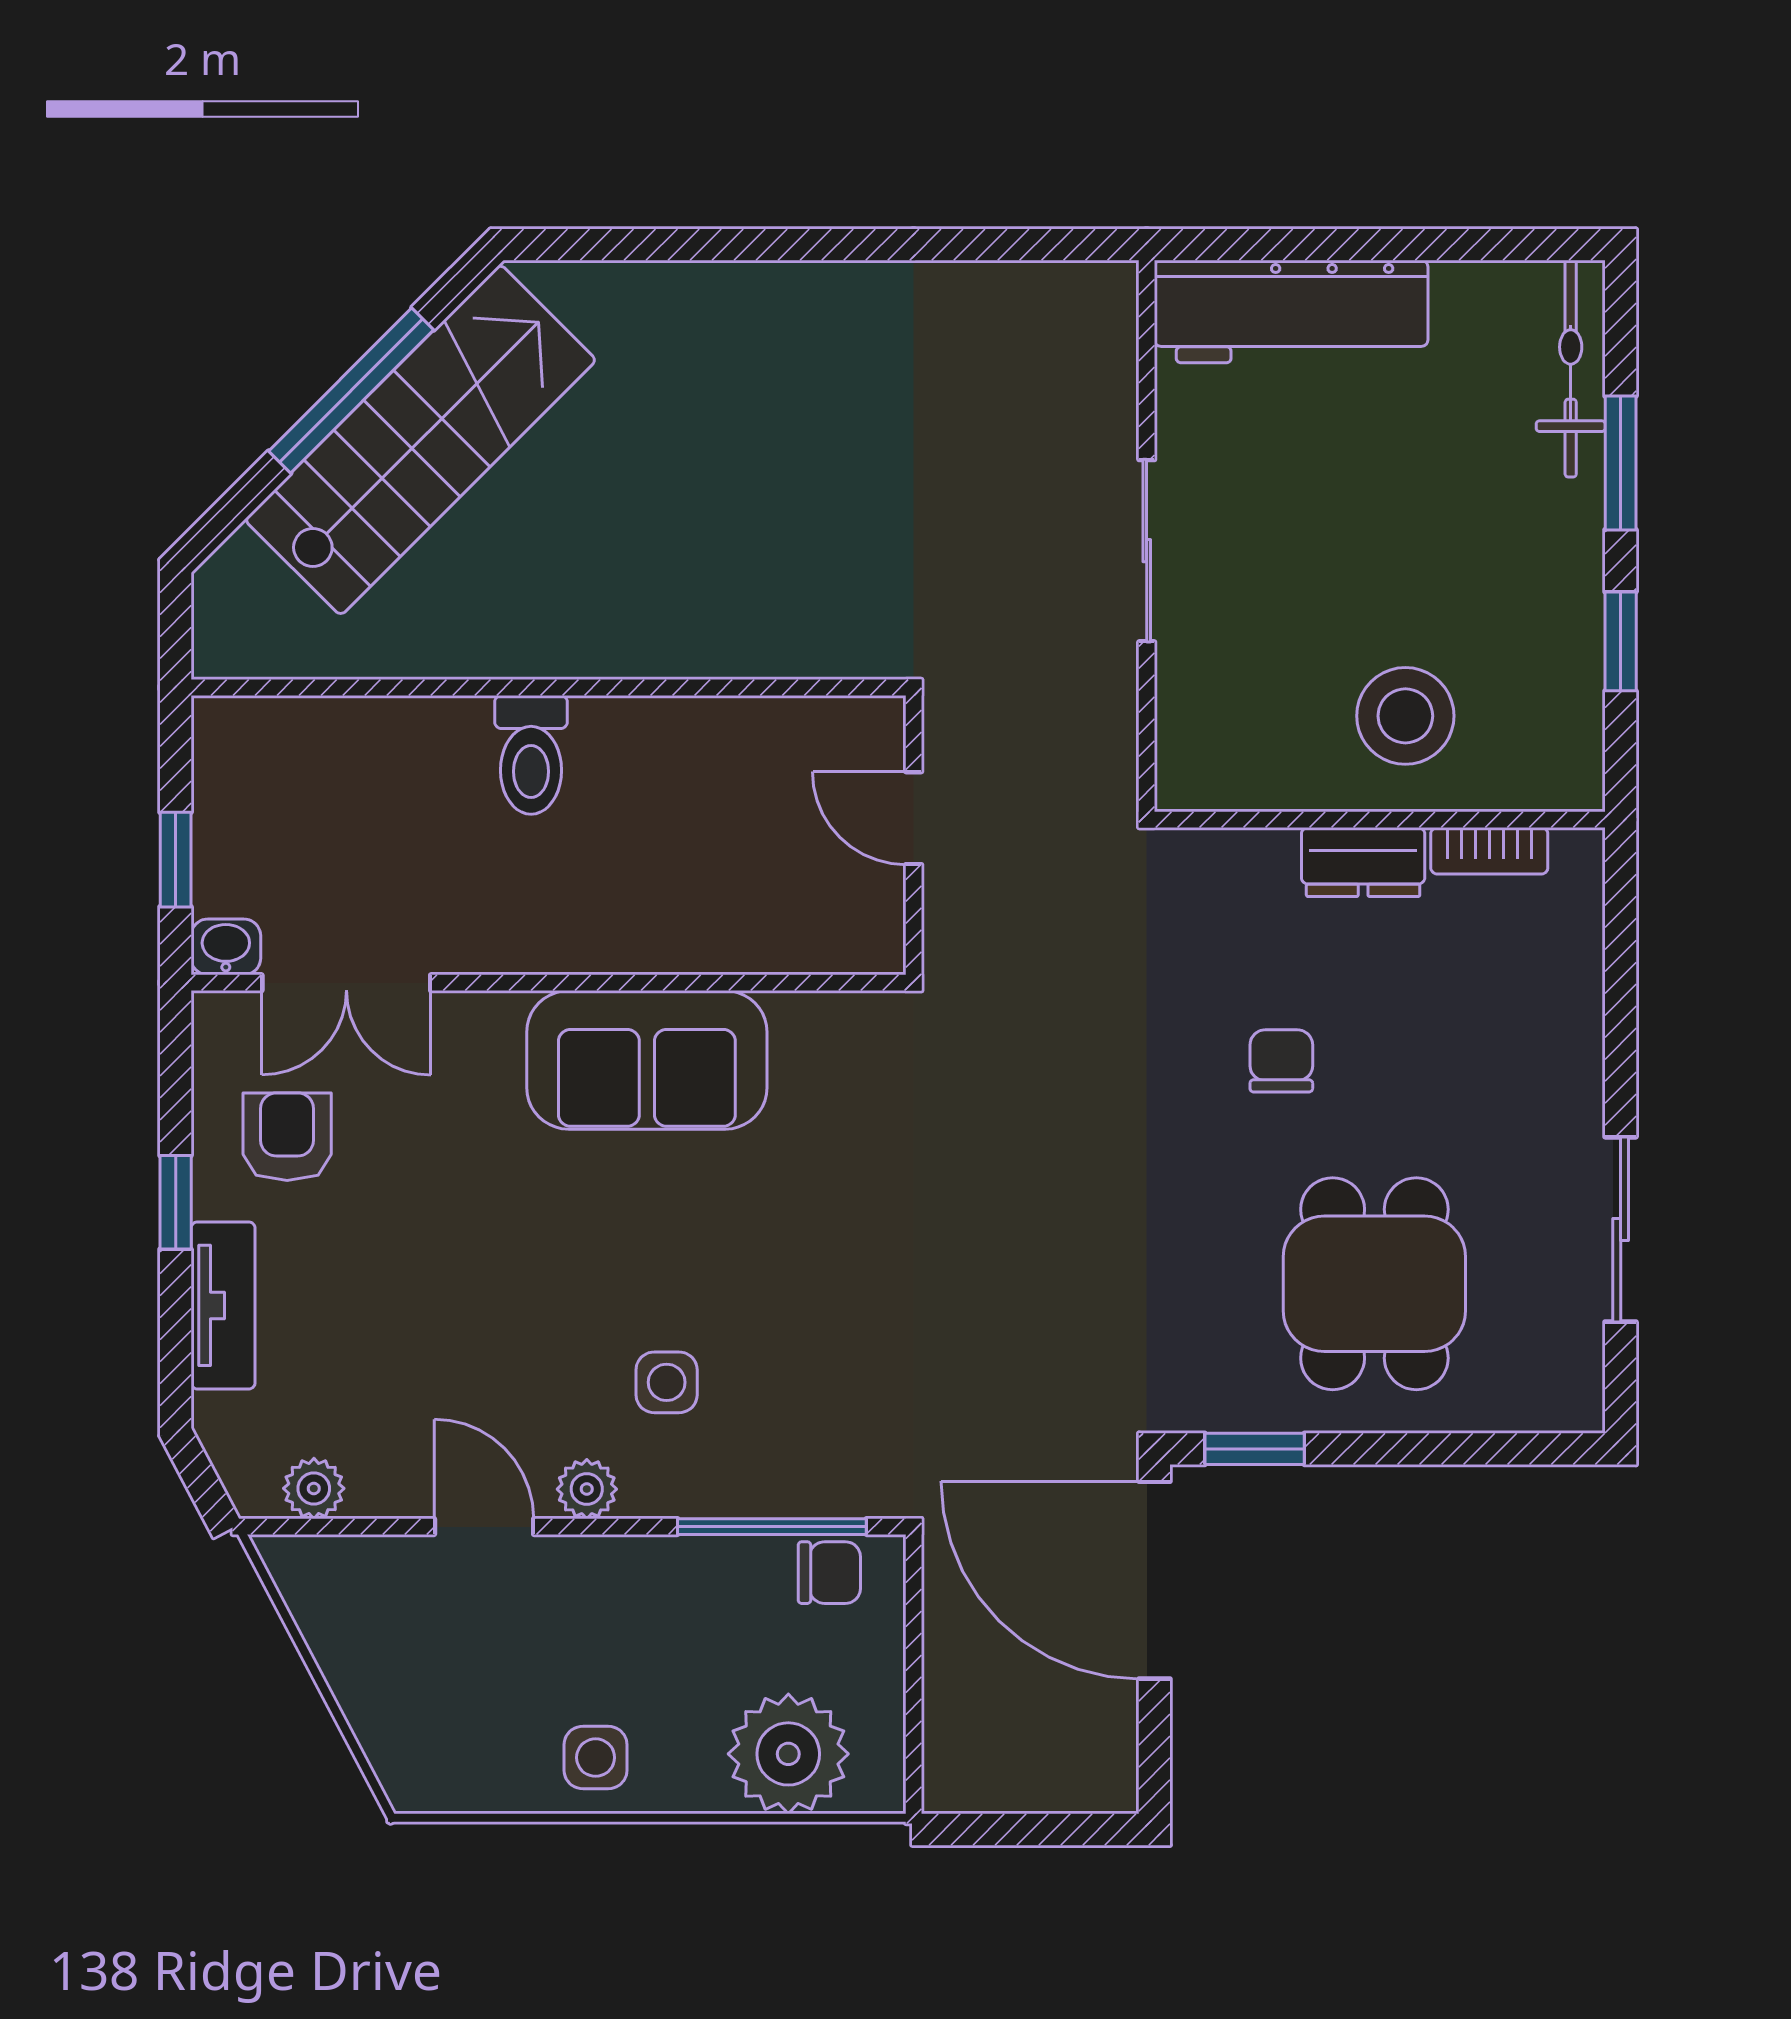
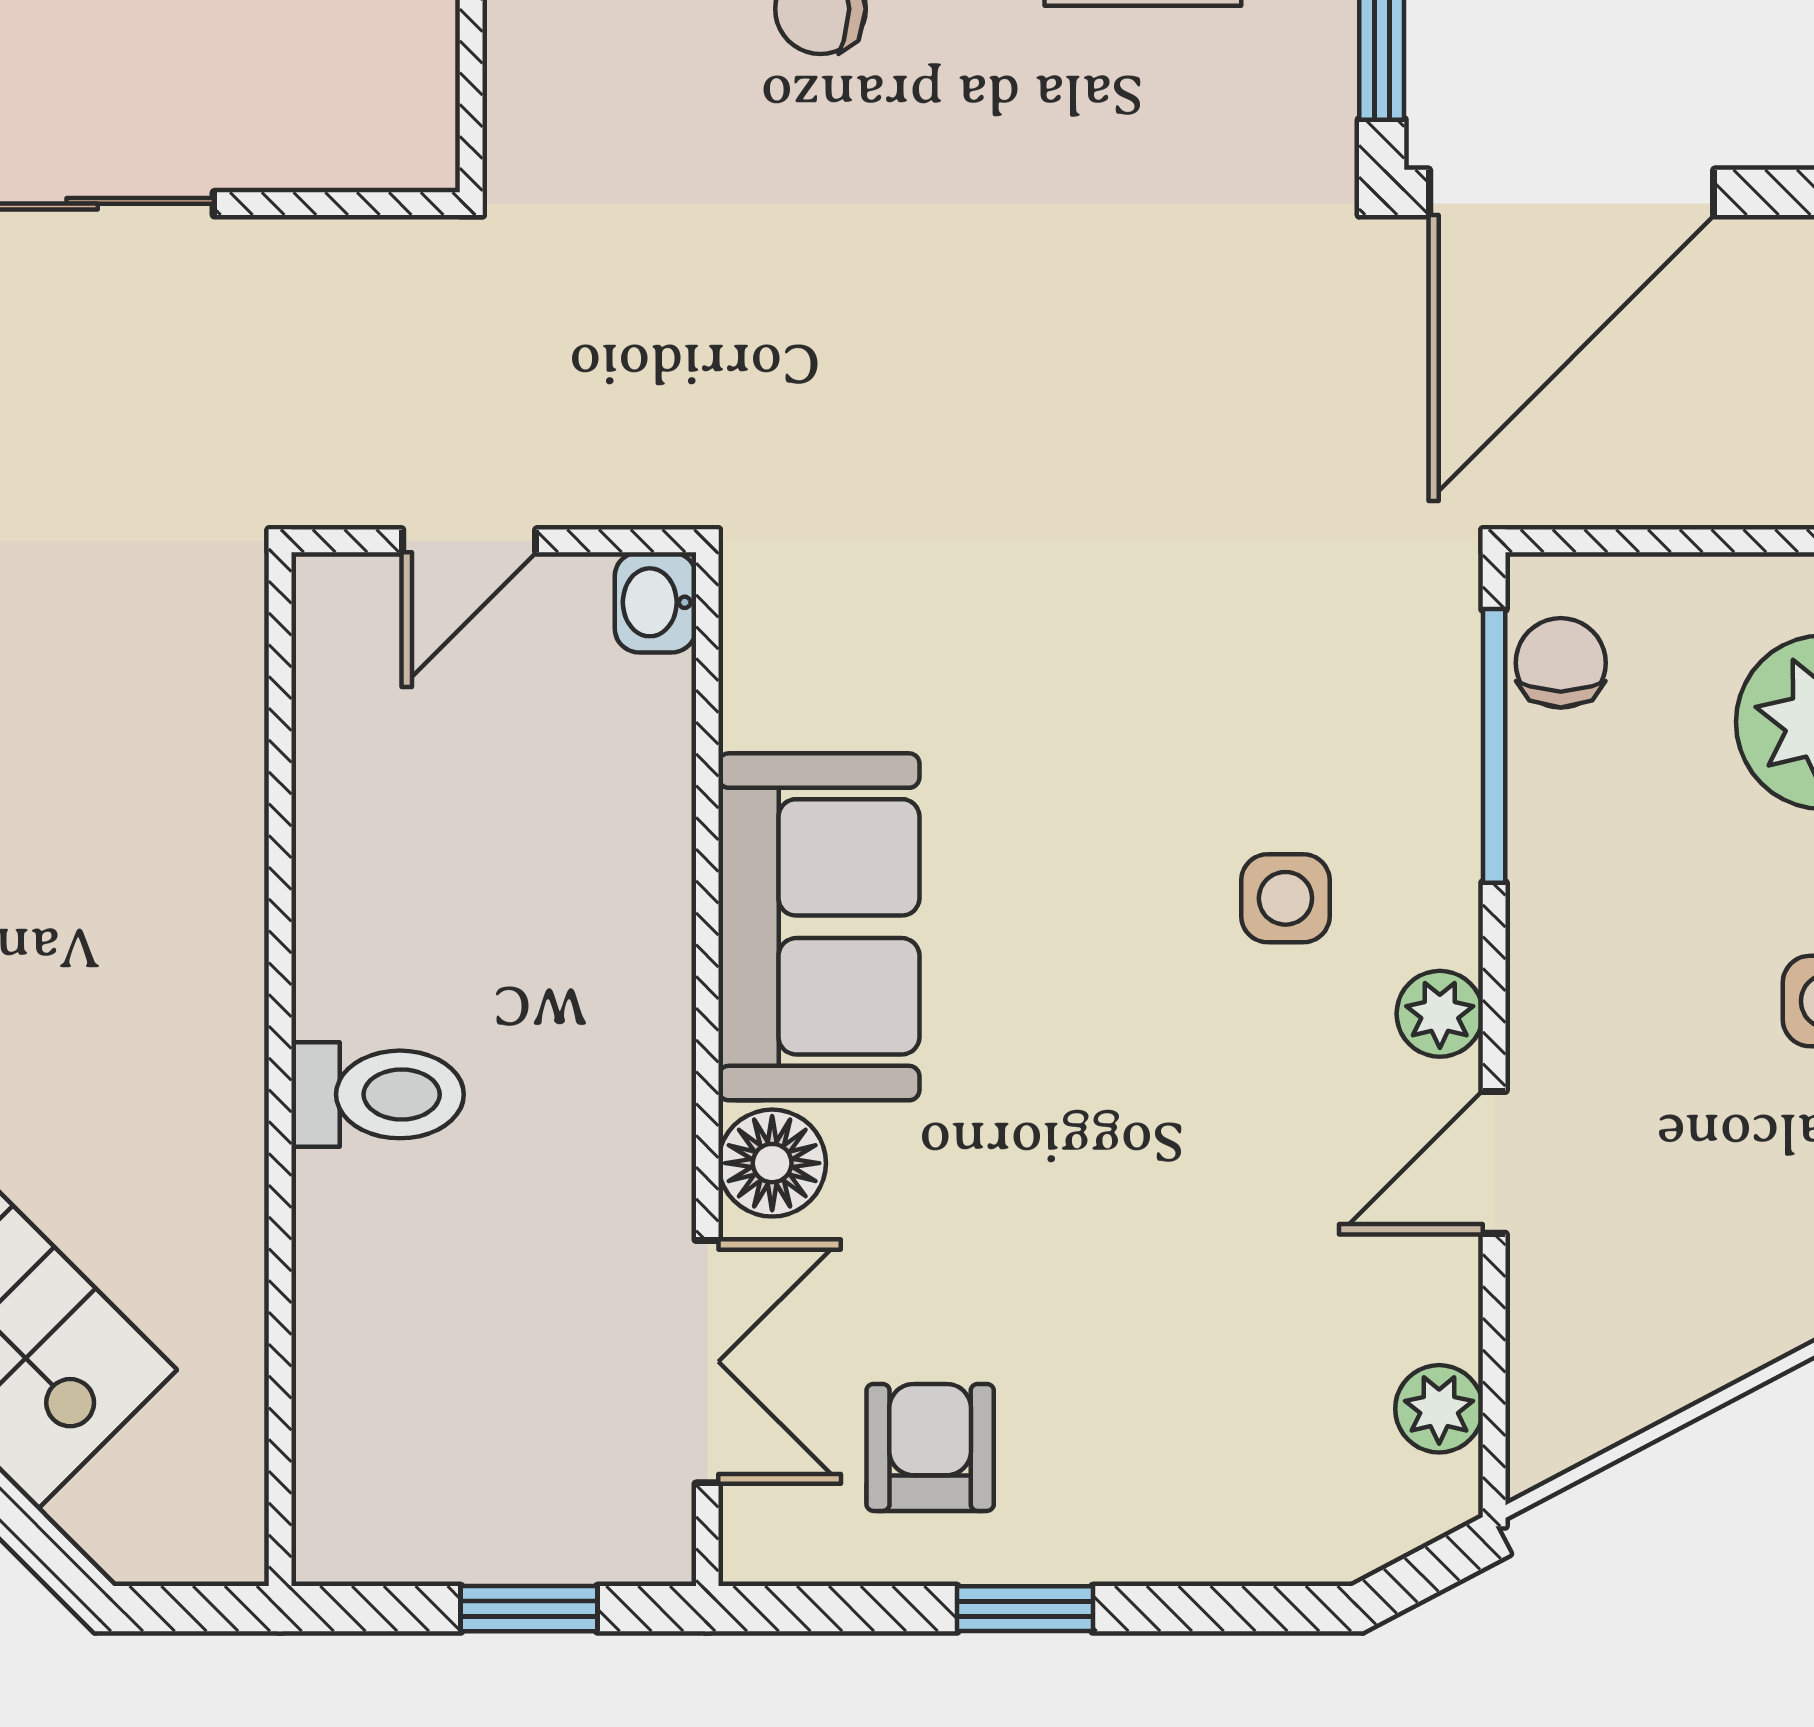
washbasin: (226, 947) -> (655, 602), moved
floor lamp: (484, 1028) -> (772, 1163), added
armchair: (287, 1137) -> (930, 1447), turned 90
tv unit: (223, 1305) -> (1174, 1540), removed

